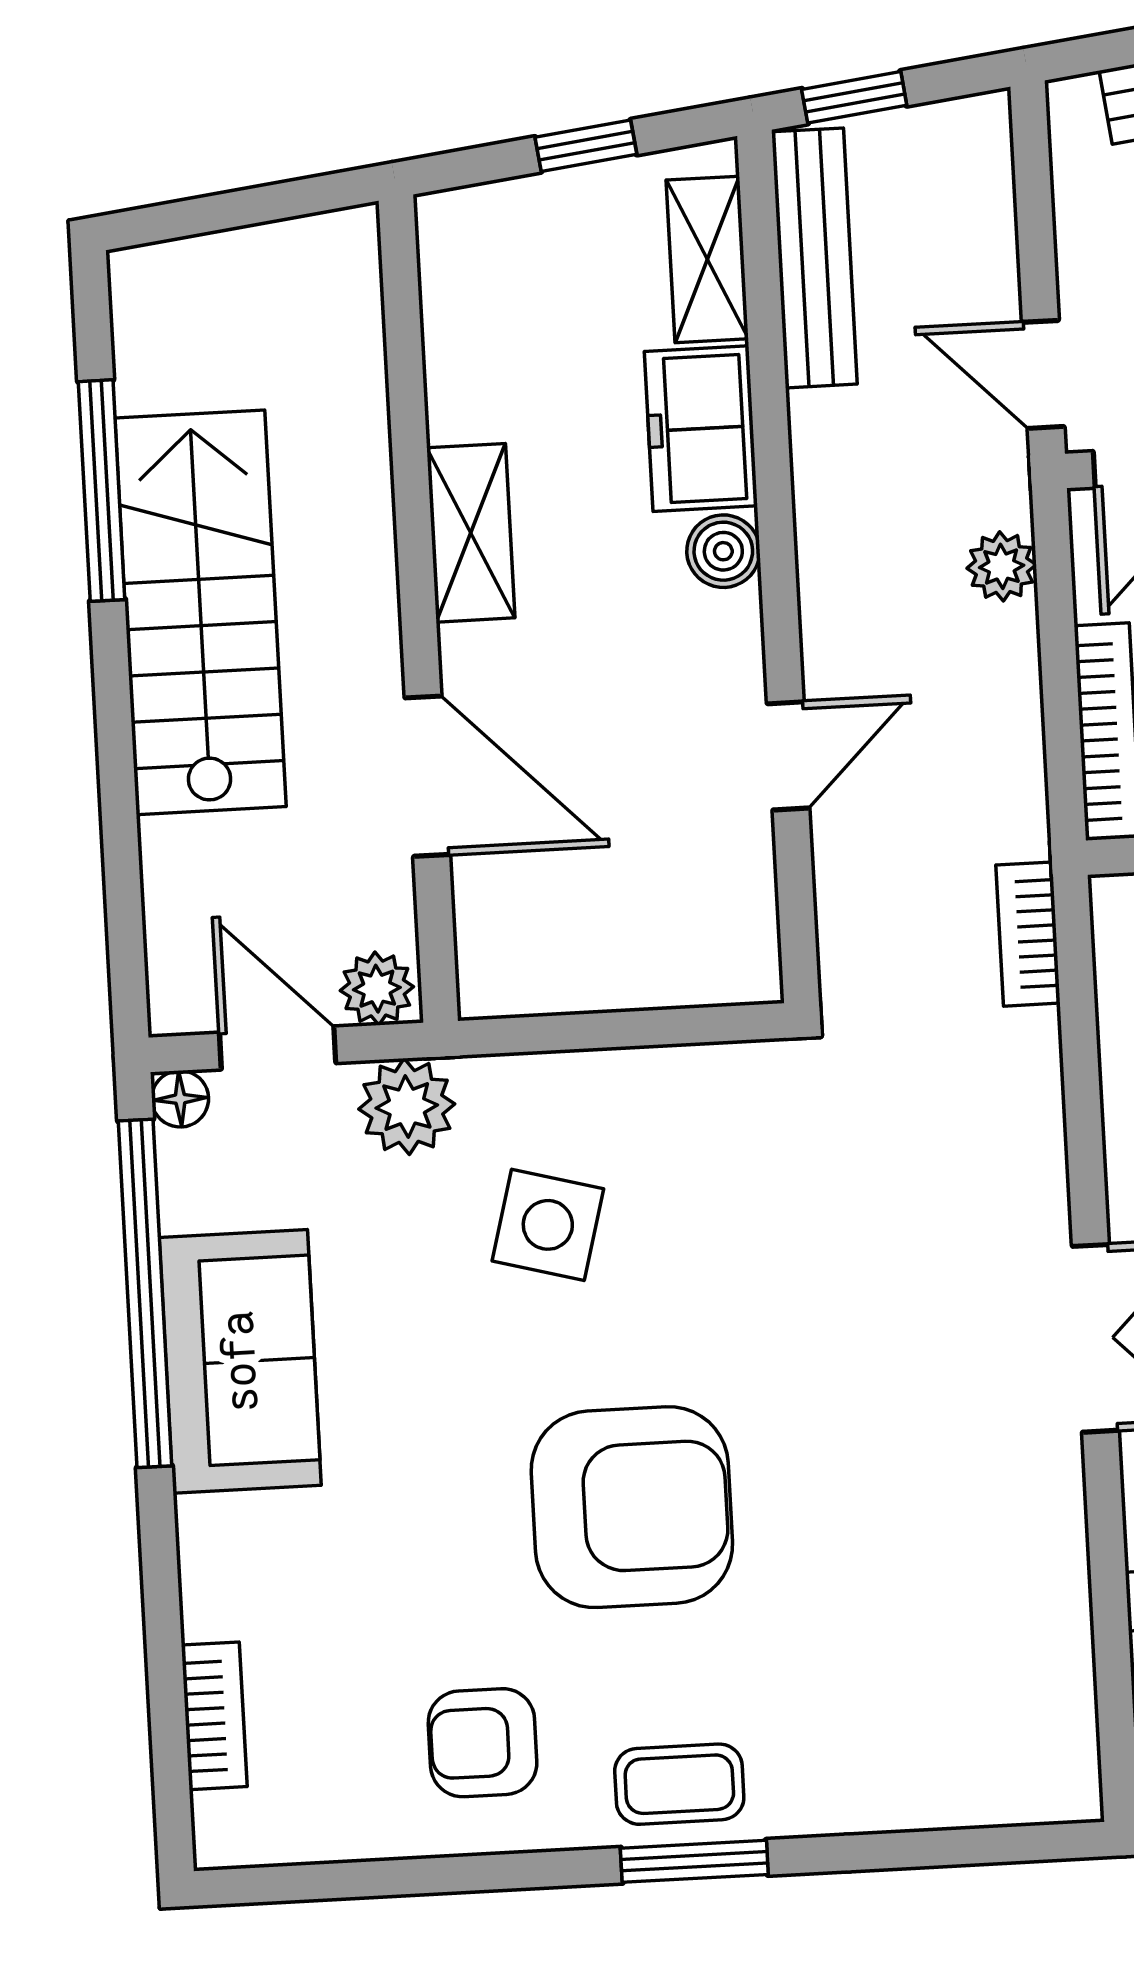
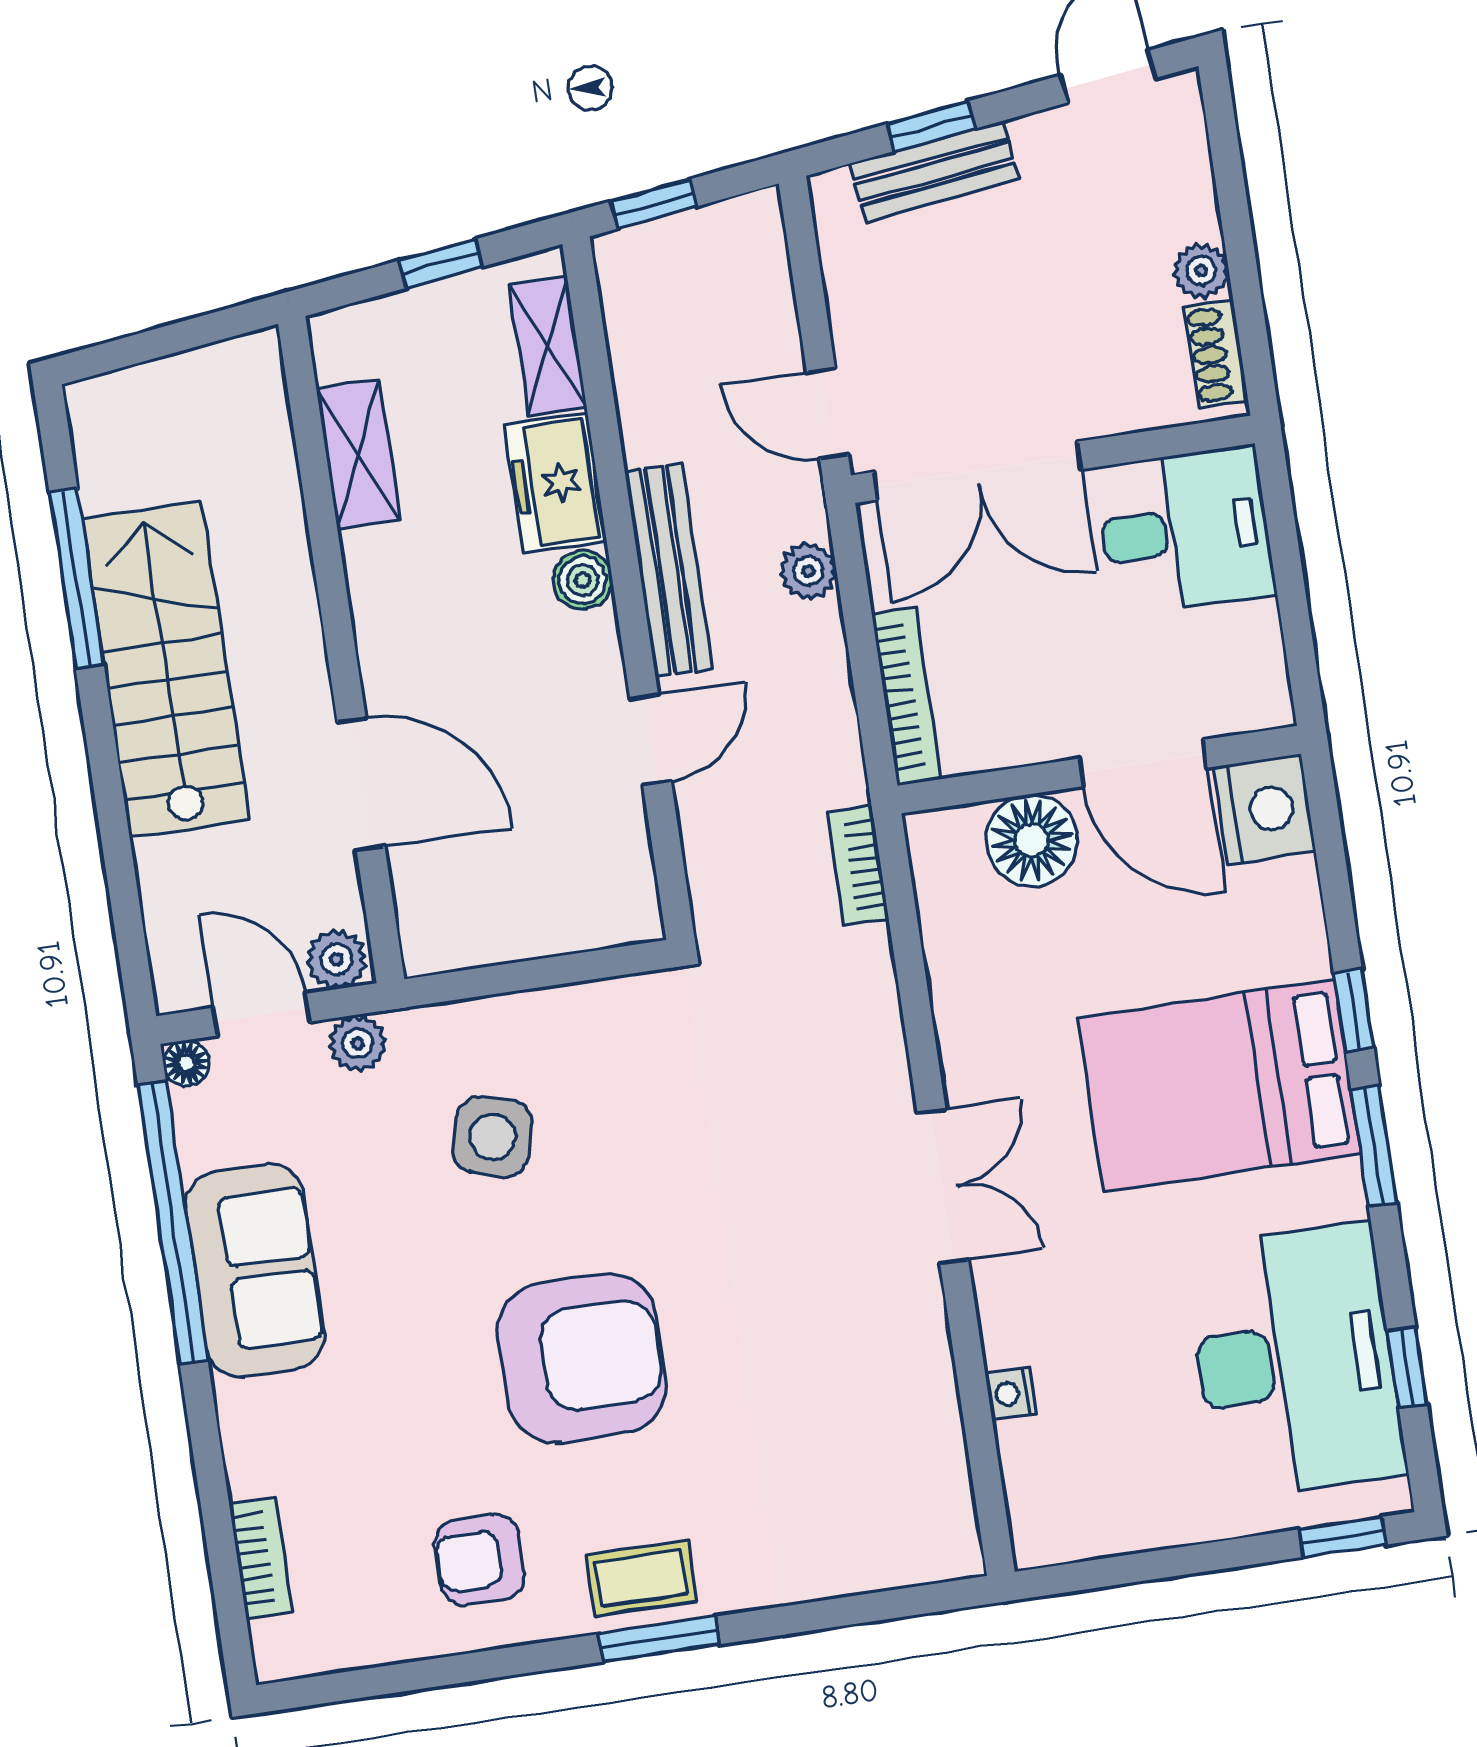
bench: (814, 258) -> (669, 570), moved
shelving: (471, 533) -> (358, 454), moved
plant: (407, 1107) -> (358, 1043), width x0.73, depth x0.73

